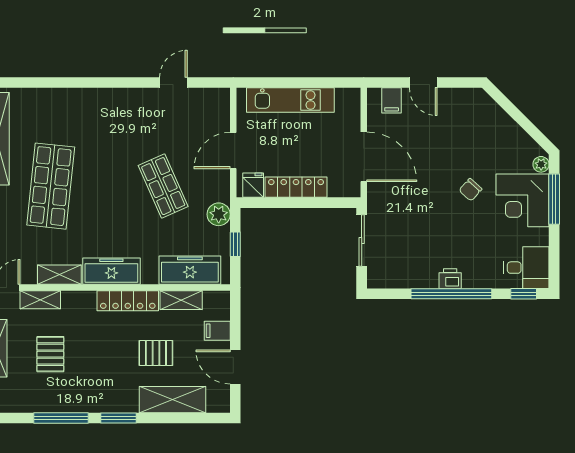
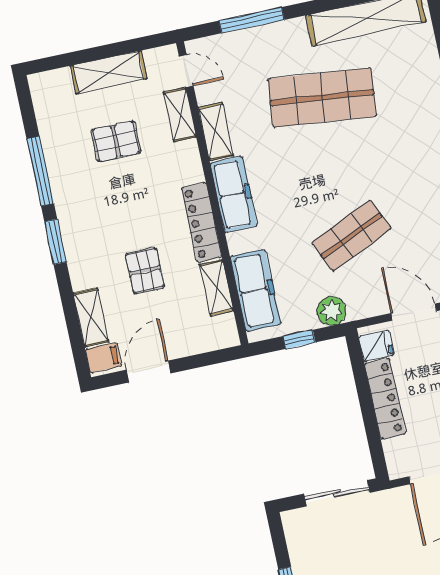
filing cabinet: (217, 331) -> (104, 358), moved, turned 90
shelving: (172, 400) -> (91, 317), width x0.67, depth x0.75

